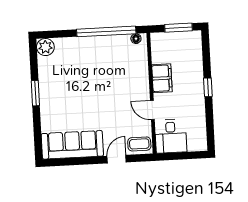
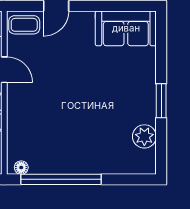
plant: (45, 47) -> (144, 136), moved
sofa: (72, 145) -> (126, 28), width x0.73

